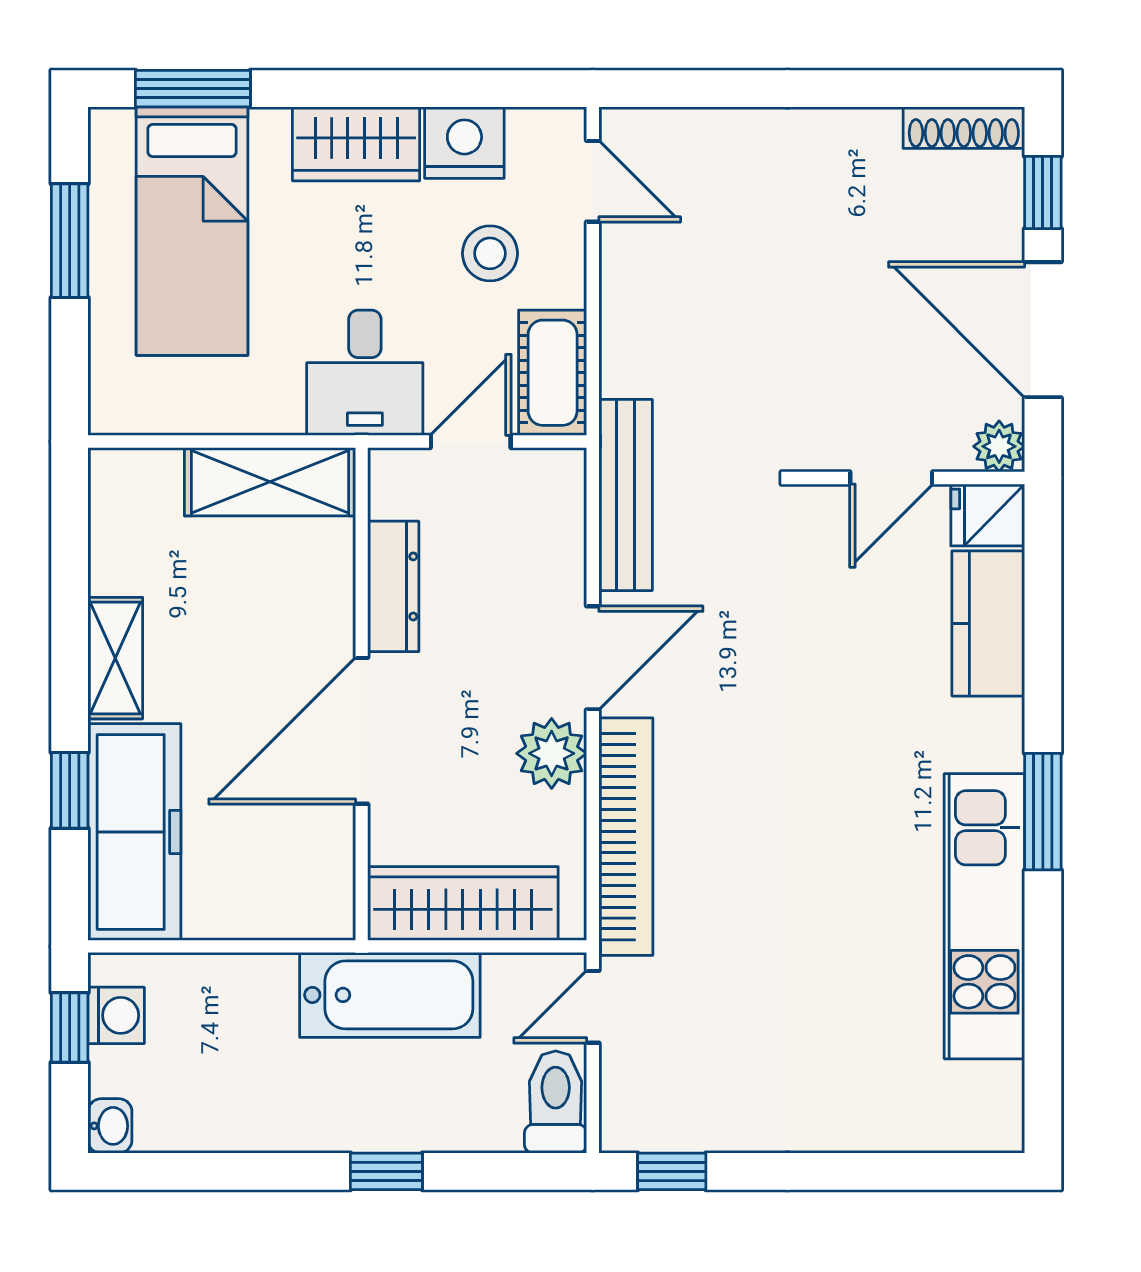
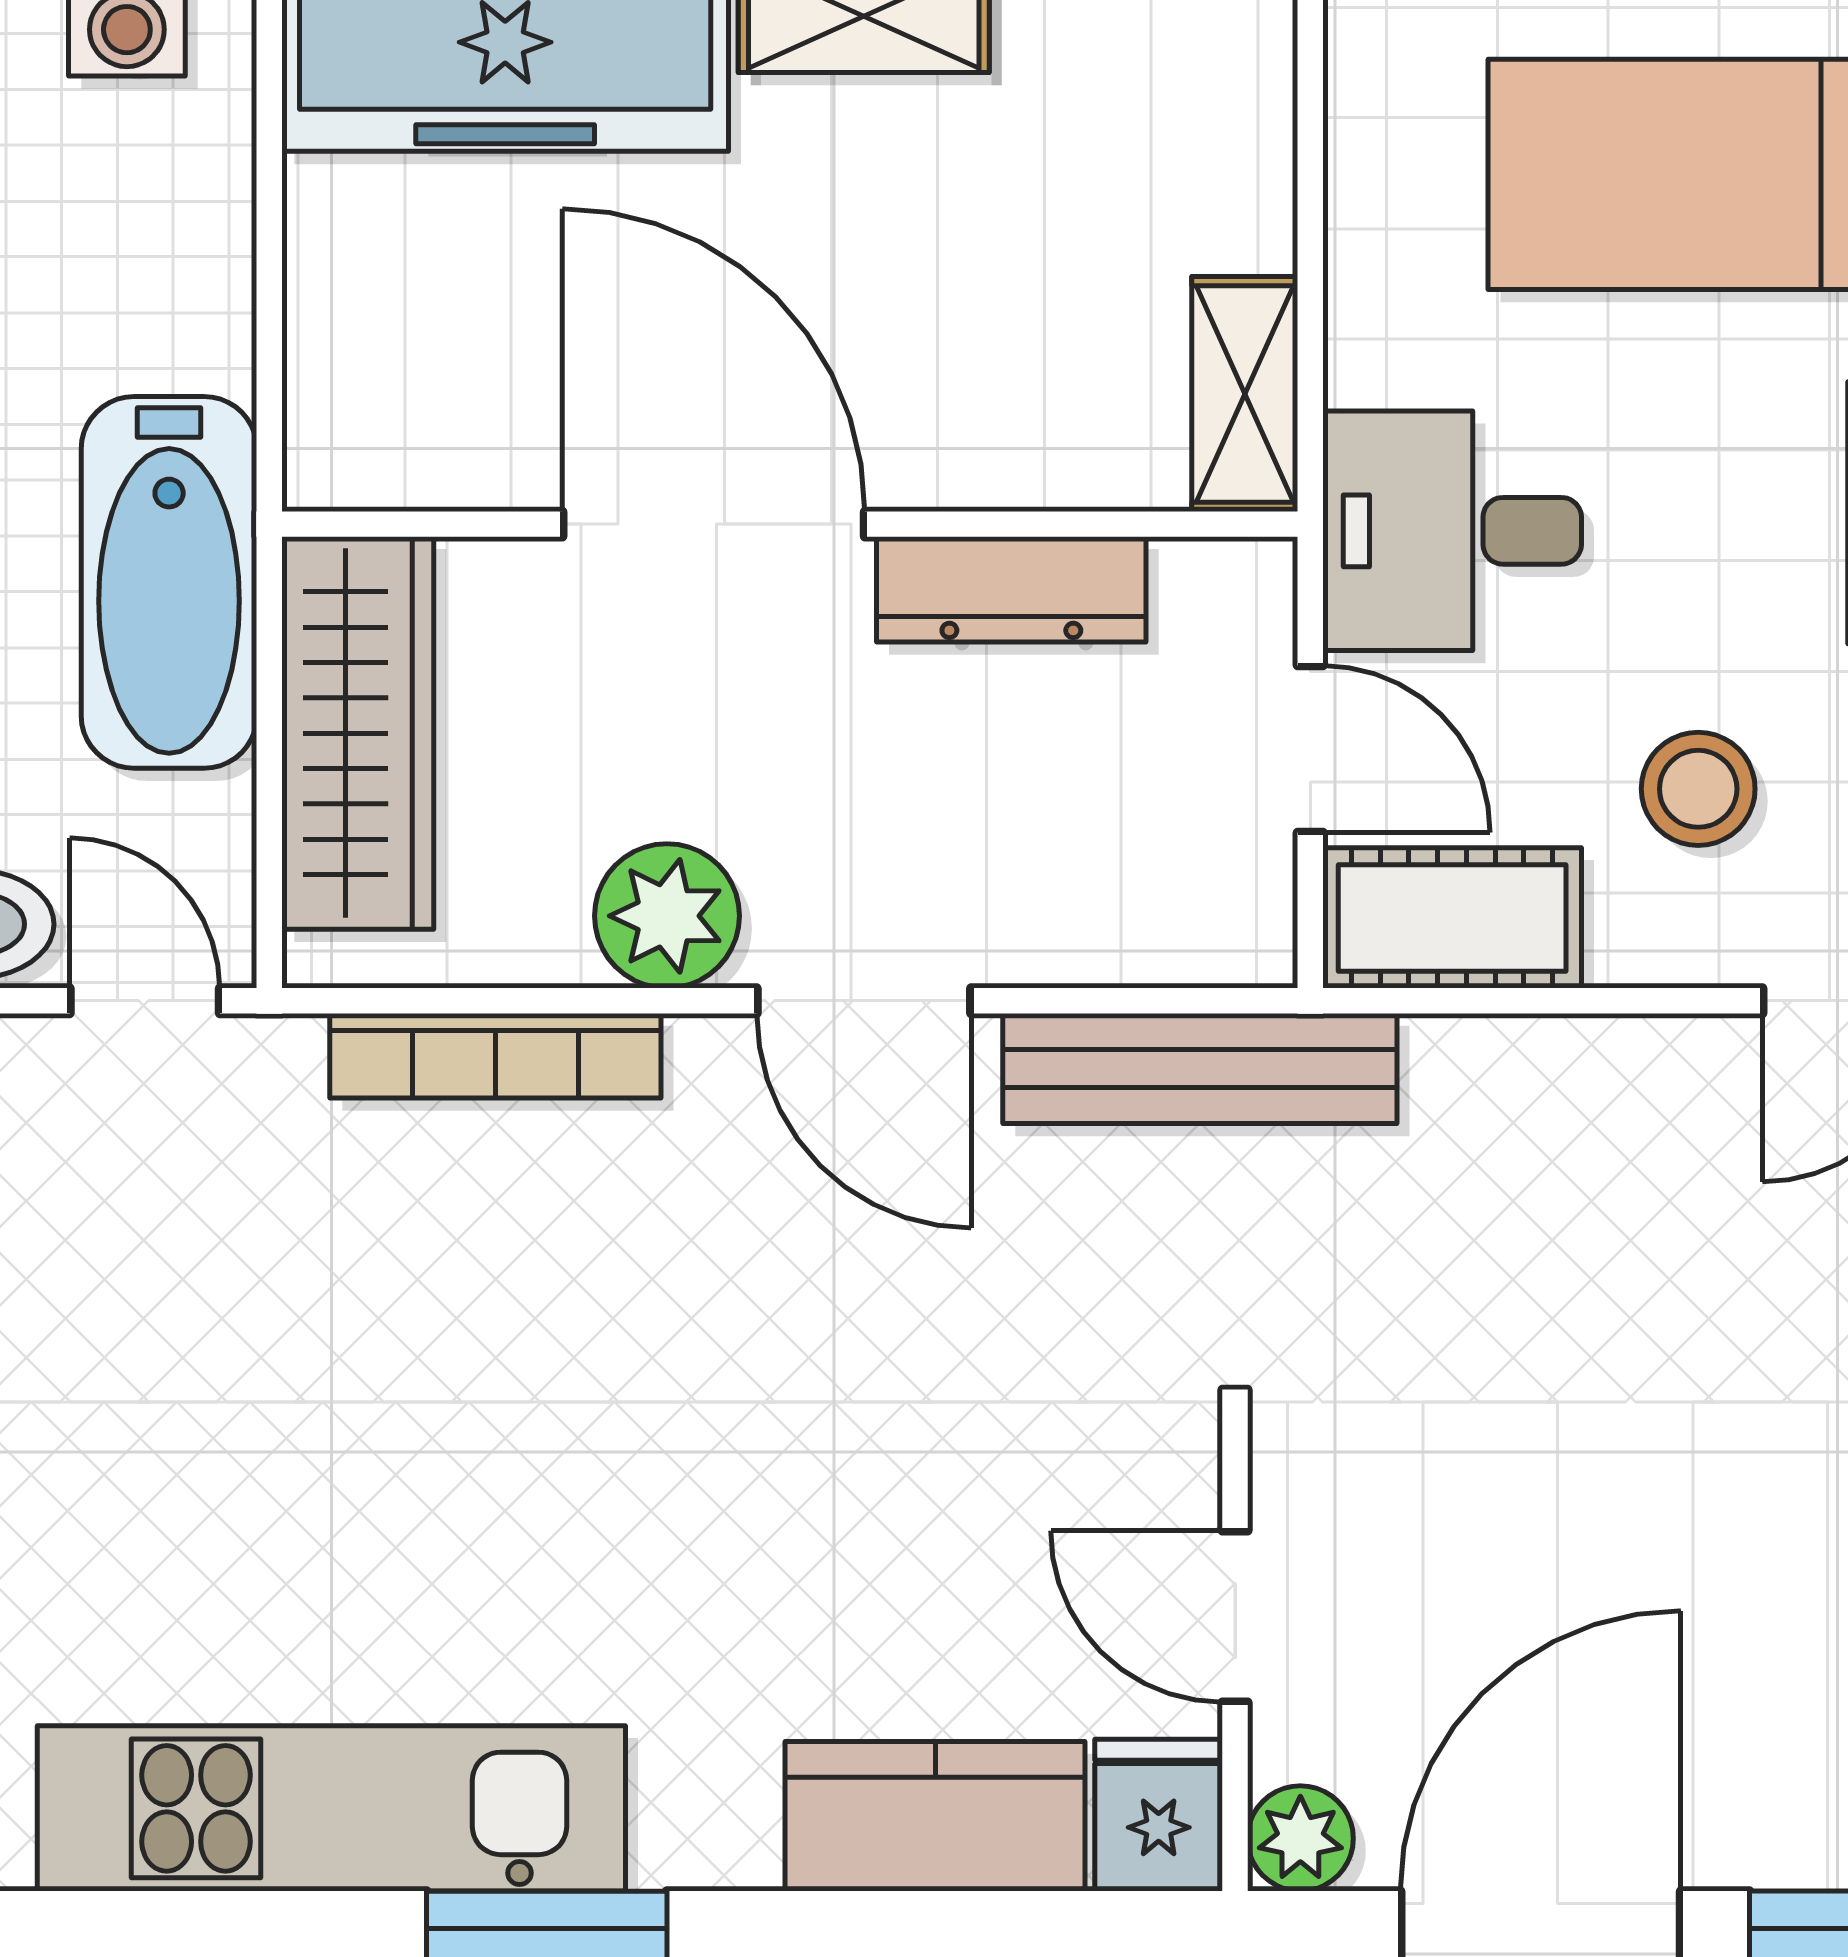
shelving: (270, 482) -> (1245, 394), width x0.67, depth x0.75
bookcase: (626, 837) -> (495, 1056), width x0.68, depth x0.76

